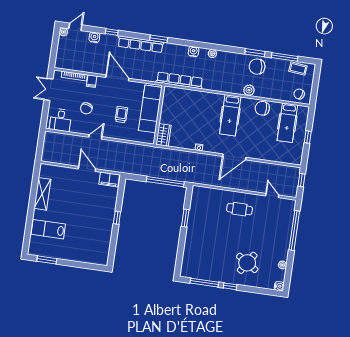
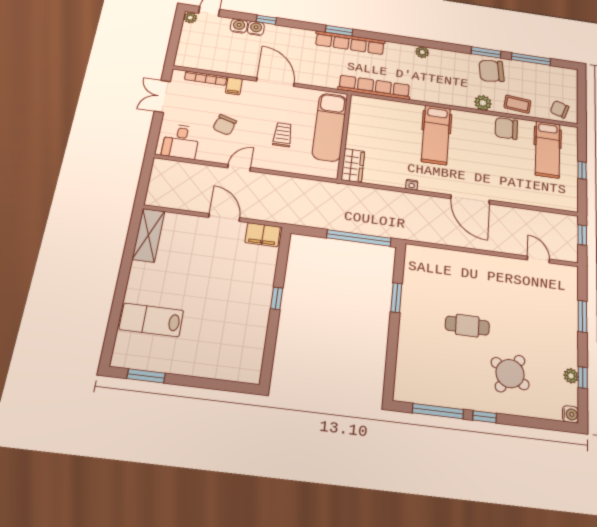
row of seats: (141, 44) -> (350, 43), moved
water cooler: (194, 51) -> (256, 28), moved
coffee table: (298, 69) -> (517, 104), moved
hospital bed: (230, 115) -> (436, 135), moved
door: (234, 157) -> (470, 199), hinge flipped
shelving: (42, 194) -> (148, 235), moved
cafe table: (240, 209) -> (467, 326), moved
window: (294, 231) -> (583, 316), width x0.47
window: (289, 266) -> (583, 378), added

